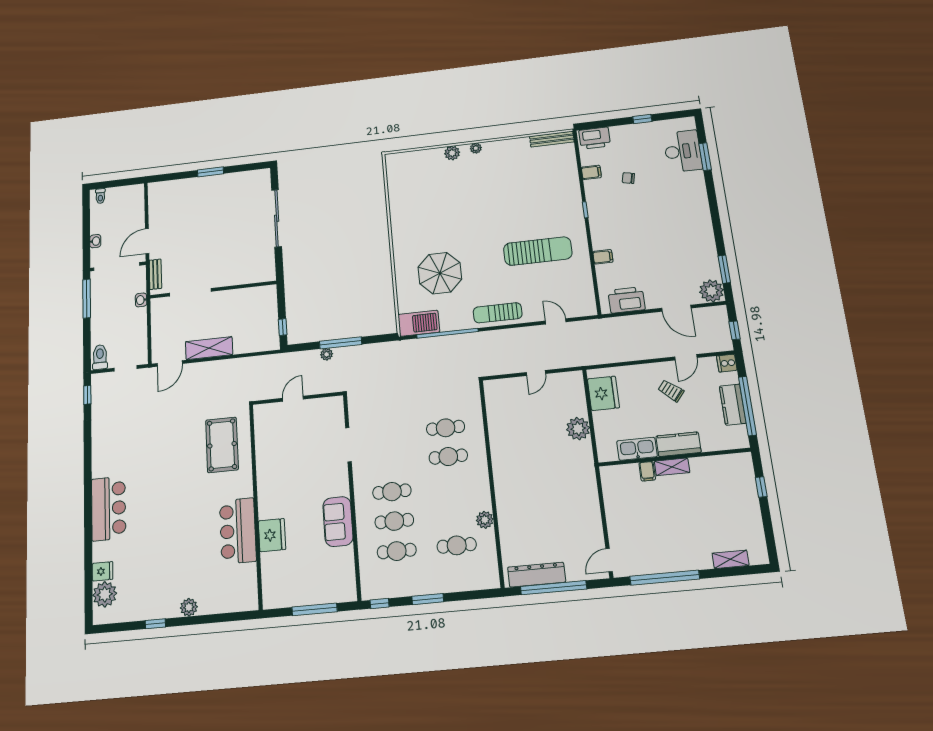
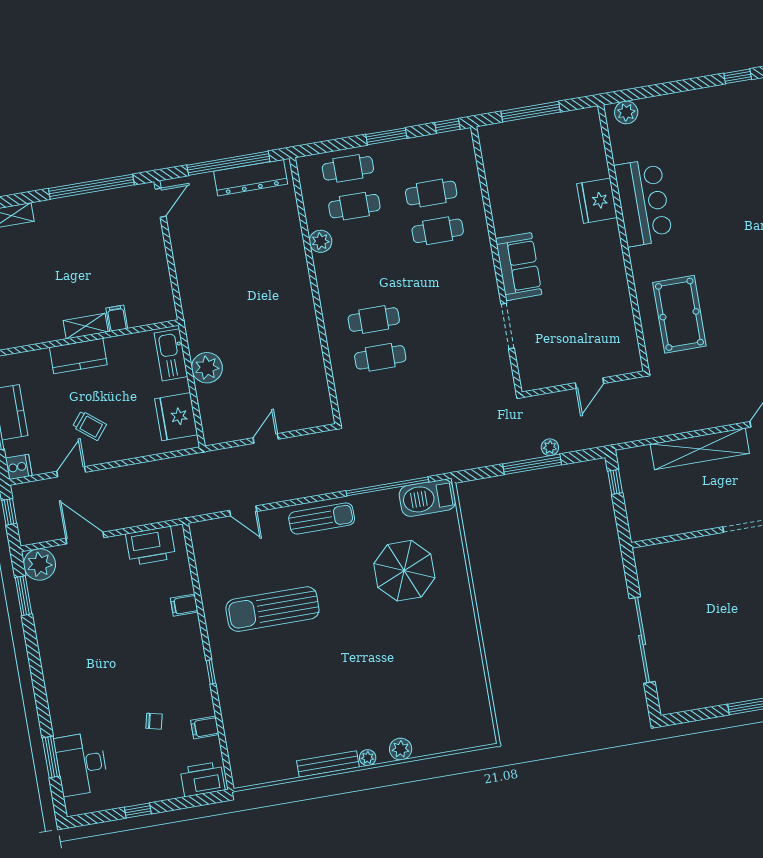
bench: (552, 139) -> (328, 764), moved
shelving: (209, 348) -> (700, 449), width x1.47
kitchen sink: (637, 449) -> (171, 355), moved, turned 90
cafe table: (392, 492) -> (348, 168), moved
sofa: (338, 522) -> (519, 267), moved
plant: (189, 607) -> (626, 112), moved

